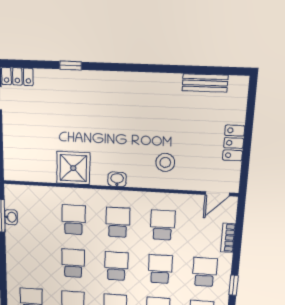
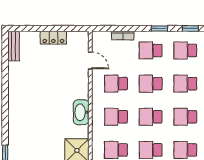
bench: (205, 83) -> (14, 46), moved
stool: (165, 162) -> (69, 84), removed
washbasin: (117, 179) -> (81, 112), width x1.91, depth x1.45
door: (217, 194) -> (90, 60), moved

